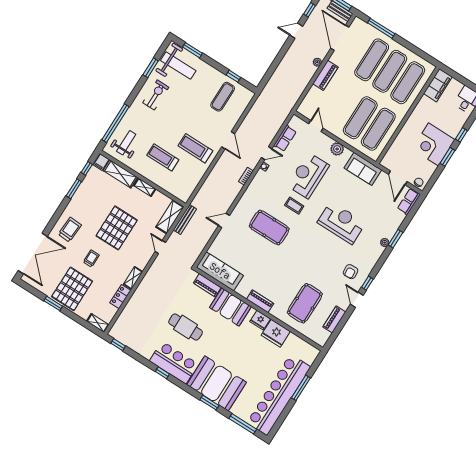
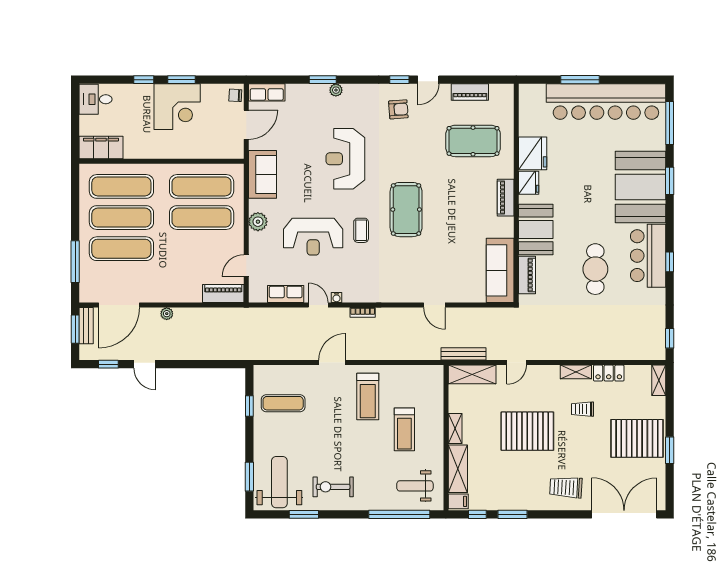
piano: (325, 75) -> (223, 293), moved
pool table: (269, 228) -> (406, 210), moved
trolley: (91, 258) -> (583, 409), moved

